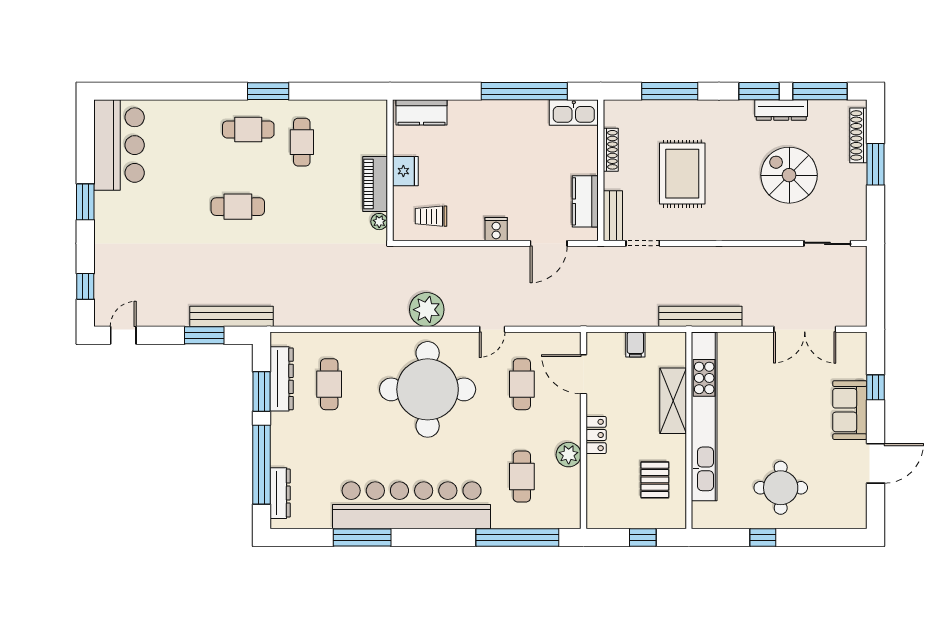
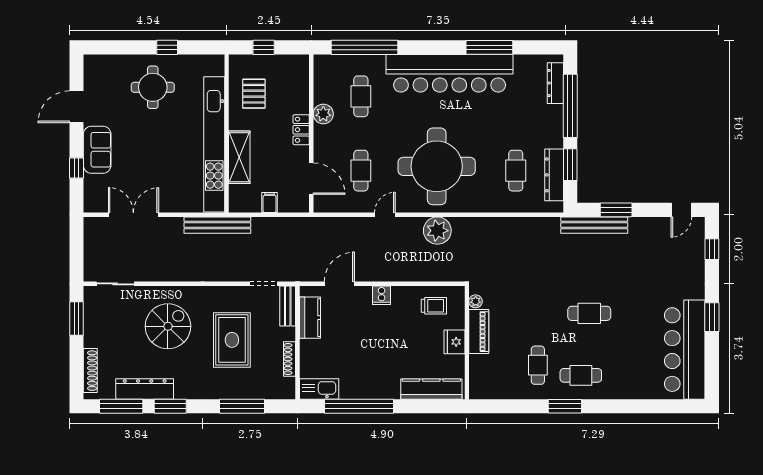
dresser: (781, 110) -> (145, 389), width x1.37, depth x1.24
kitchen counter: (422, 112) -> (431, 389), width x1.50
bar counter: (119, 145) -> (685, 350), width x1.36
window: (875, 164) -> (77, 318), moved
spiral stairs: (789, 175) -> (168, 326), moved, turned -90

